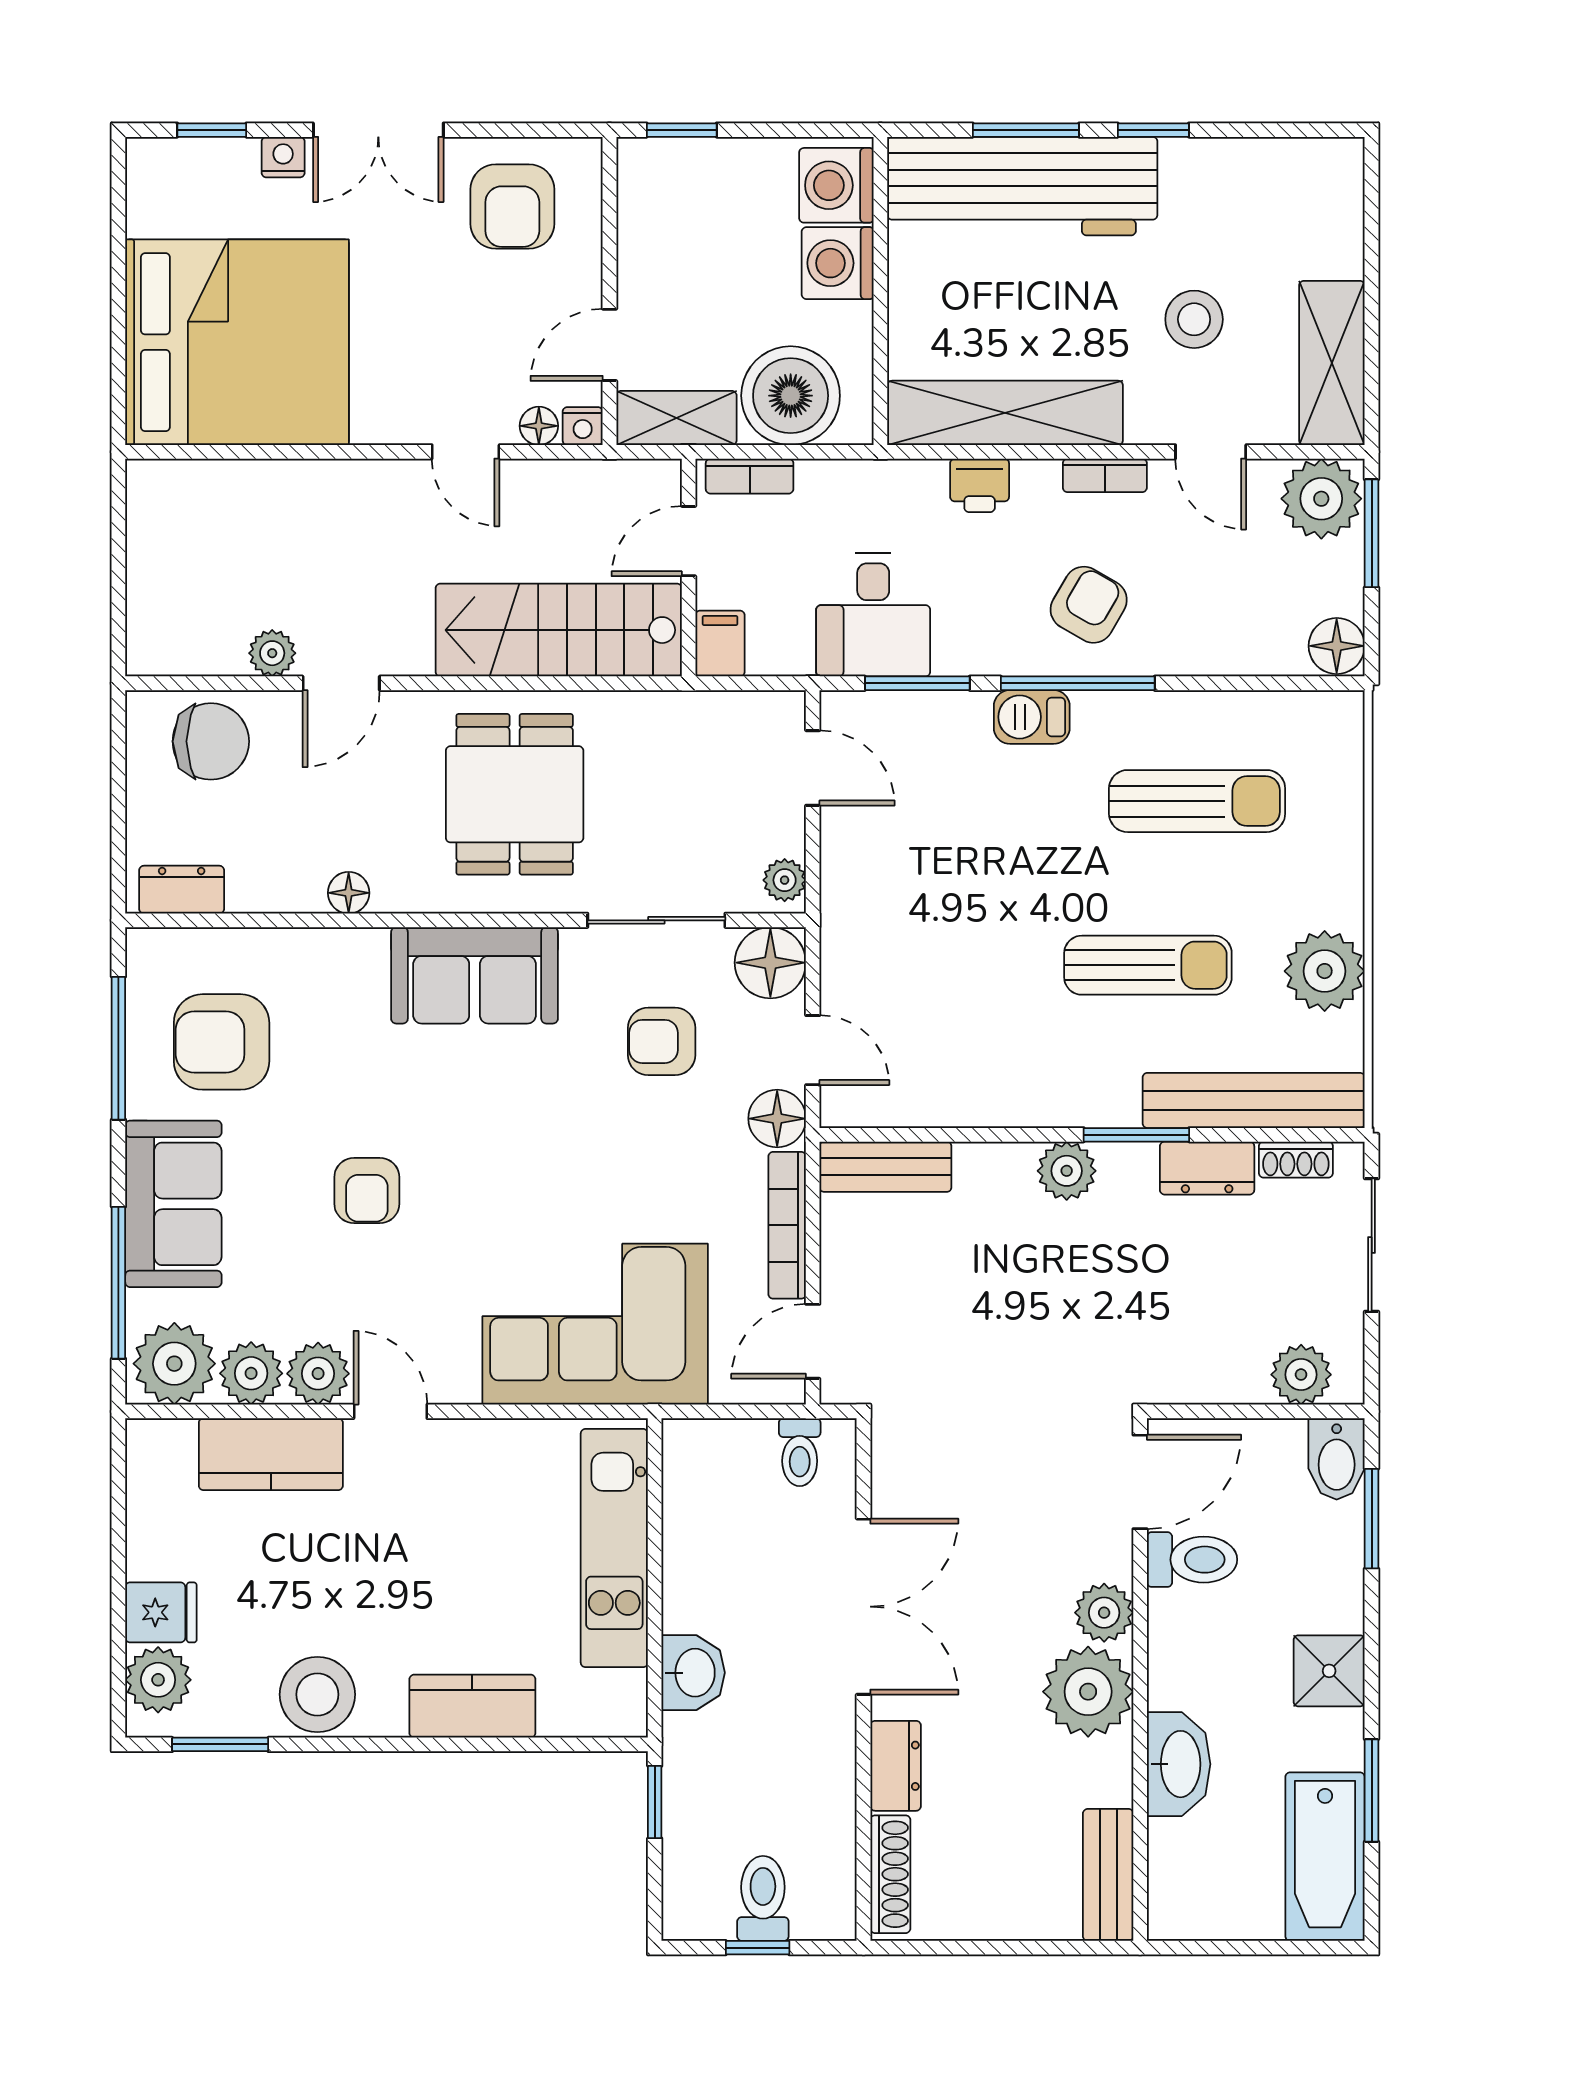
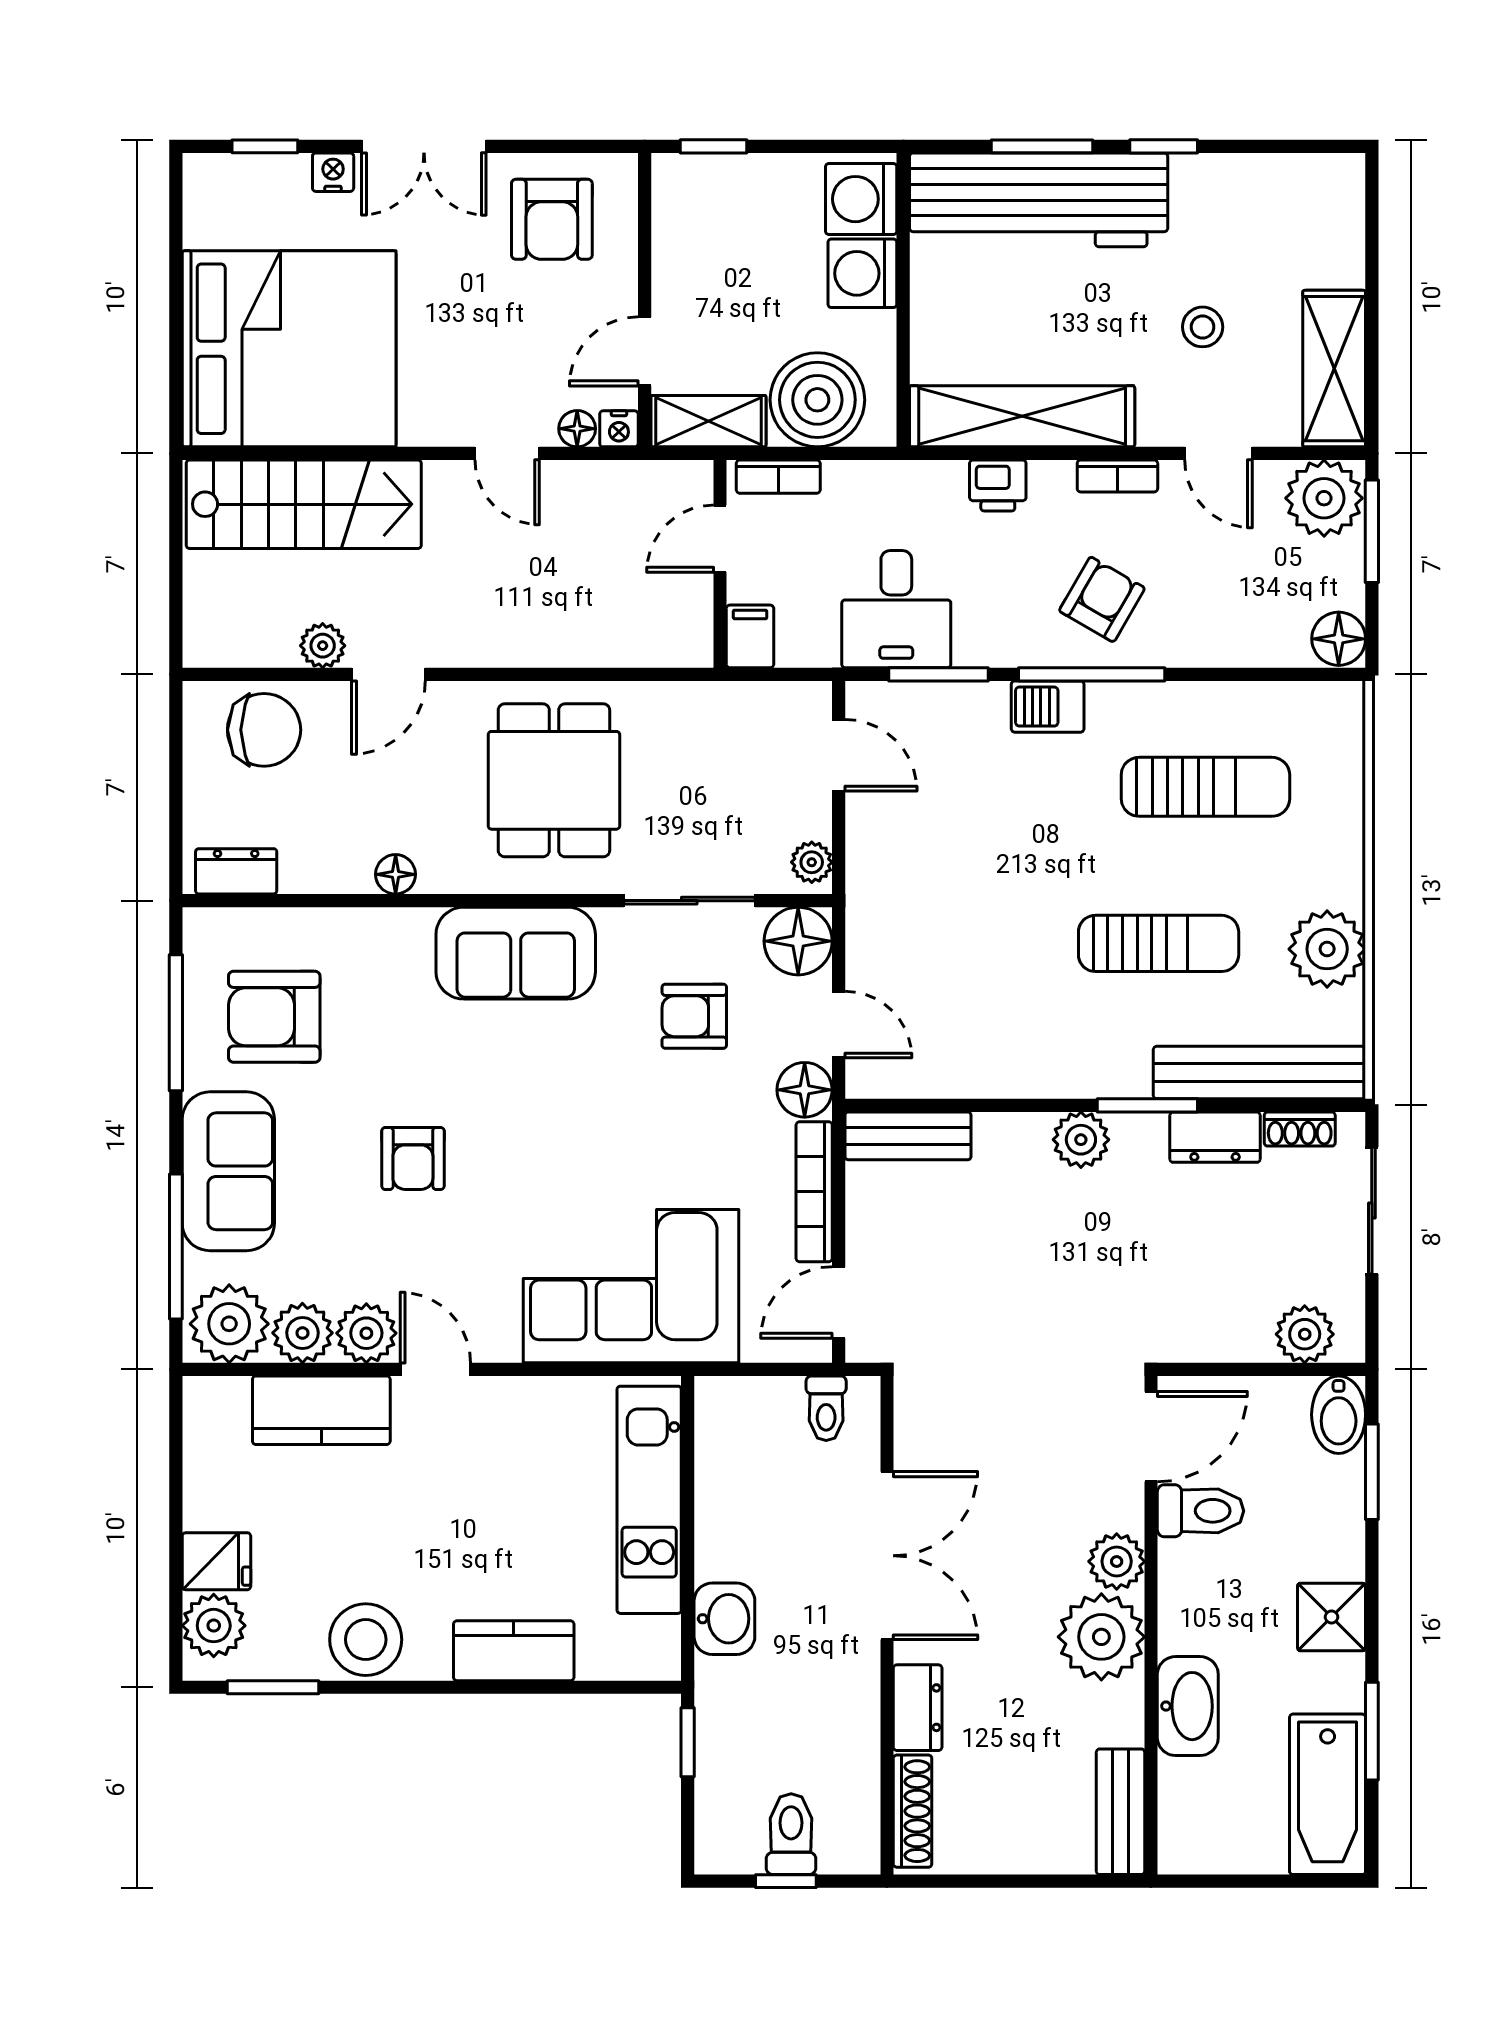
stool: (1194, 319) -> (1203, 327), width x0.73, depth x0.73
stairs: (559, 630) -> (304, 504), moved, turned 180

